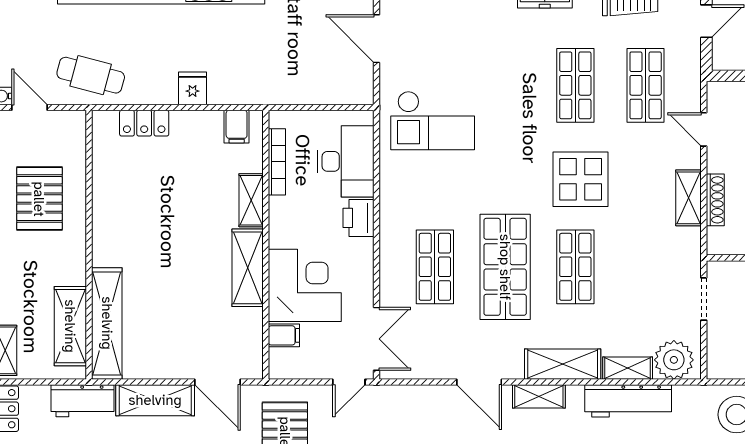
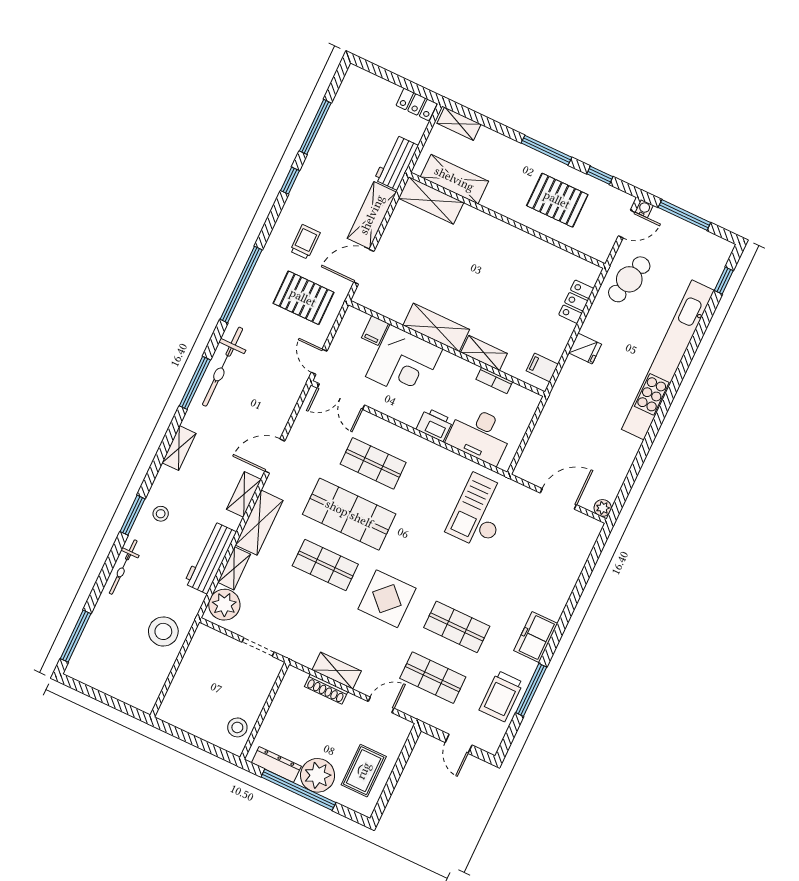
bookcase: (277, 162) -> (494, 381), width x0.64
shelving: (107, 323) -> (431, 200), width x0.68

